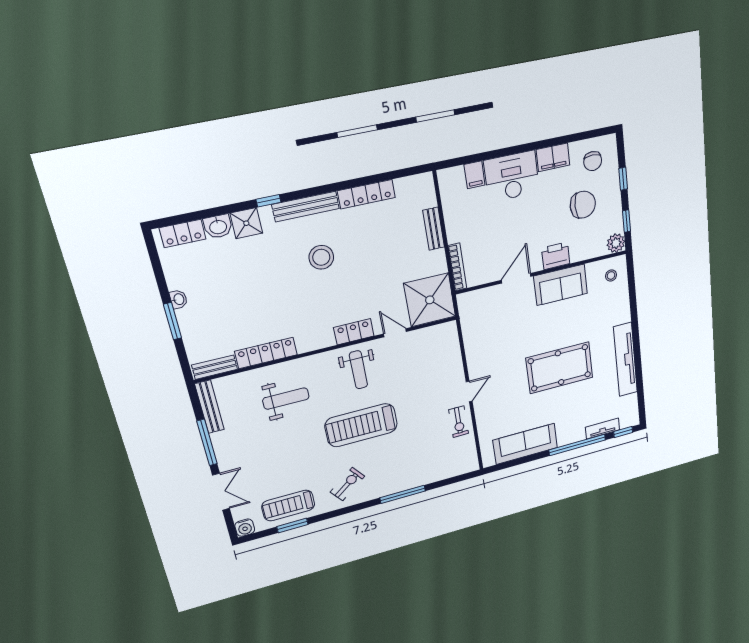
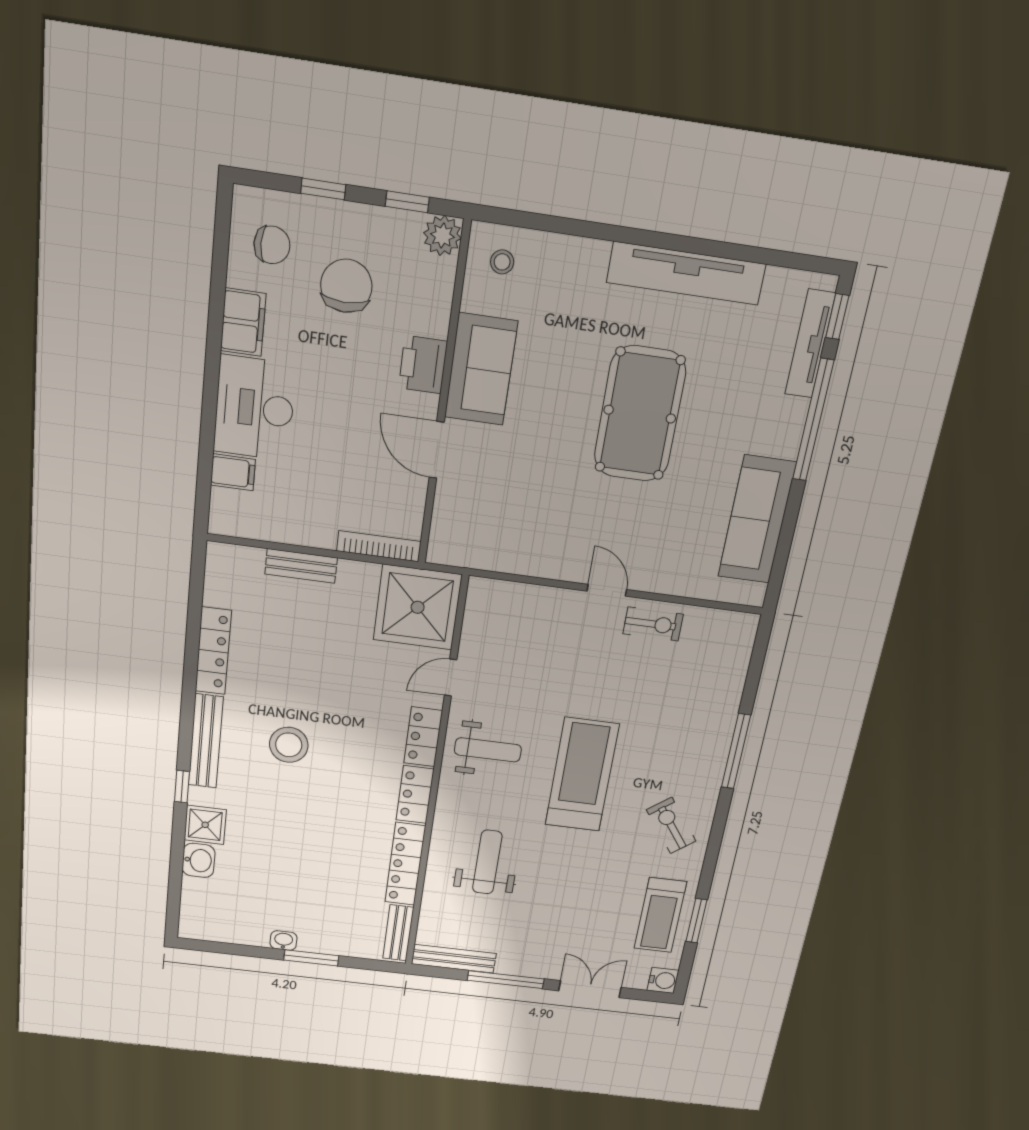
locker: (183, 233) -> (415, 795), moved, turned 180
treadmill: (361, 425) -> (582, 775), turned 180
tv unit: (603, 429) -> (810, 344), width x1.41

